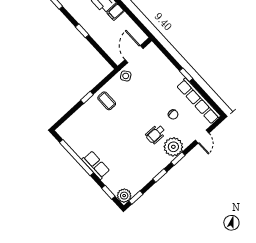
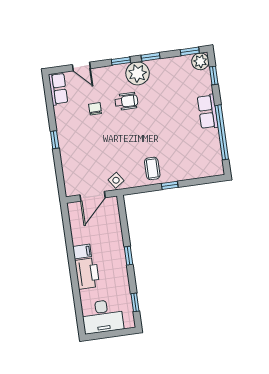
row of seats: (199, 101) -> (58, 89), width x0.50
door: (202, 137) -> (81, 67), swing flipped
plant: (173, 147) -> (138, 73), moved

